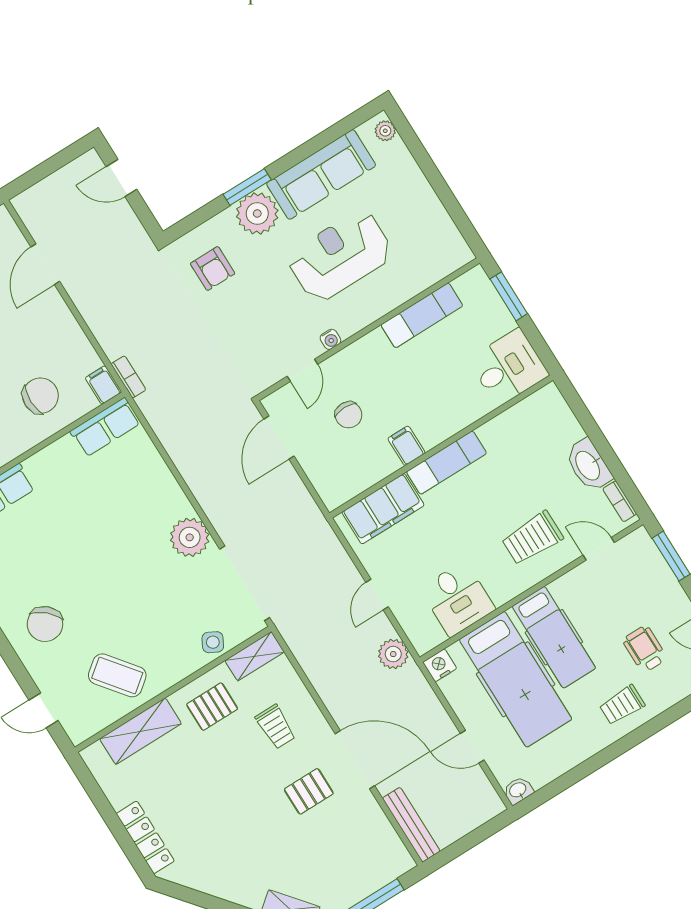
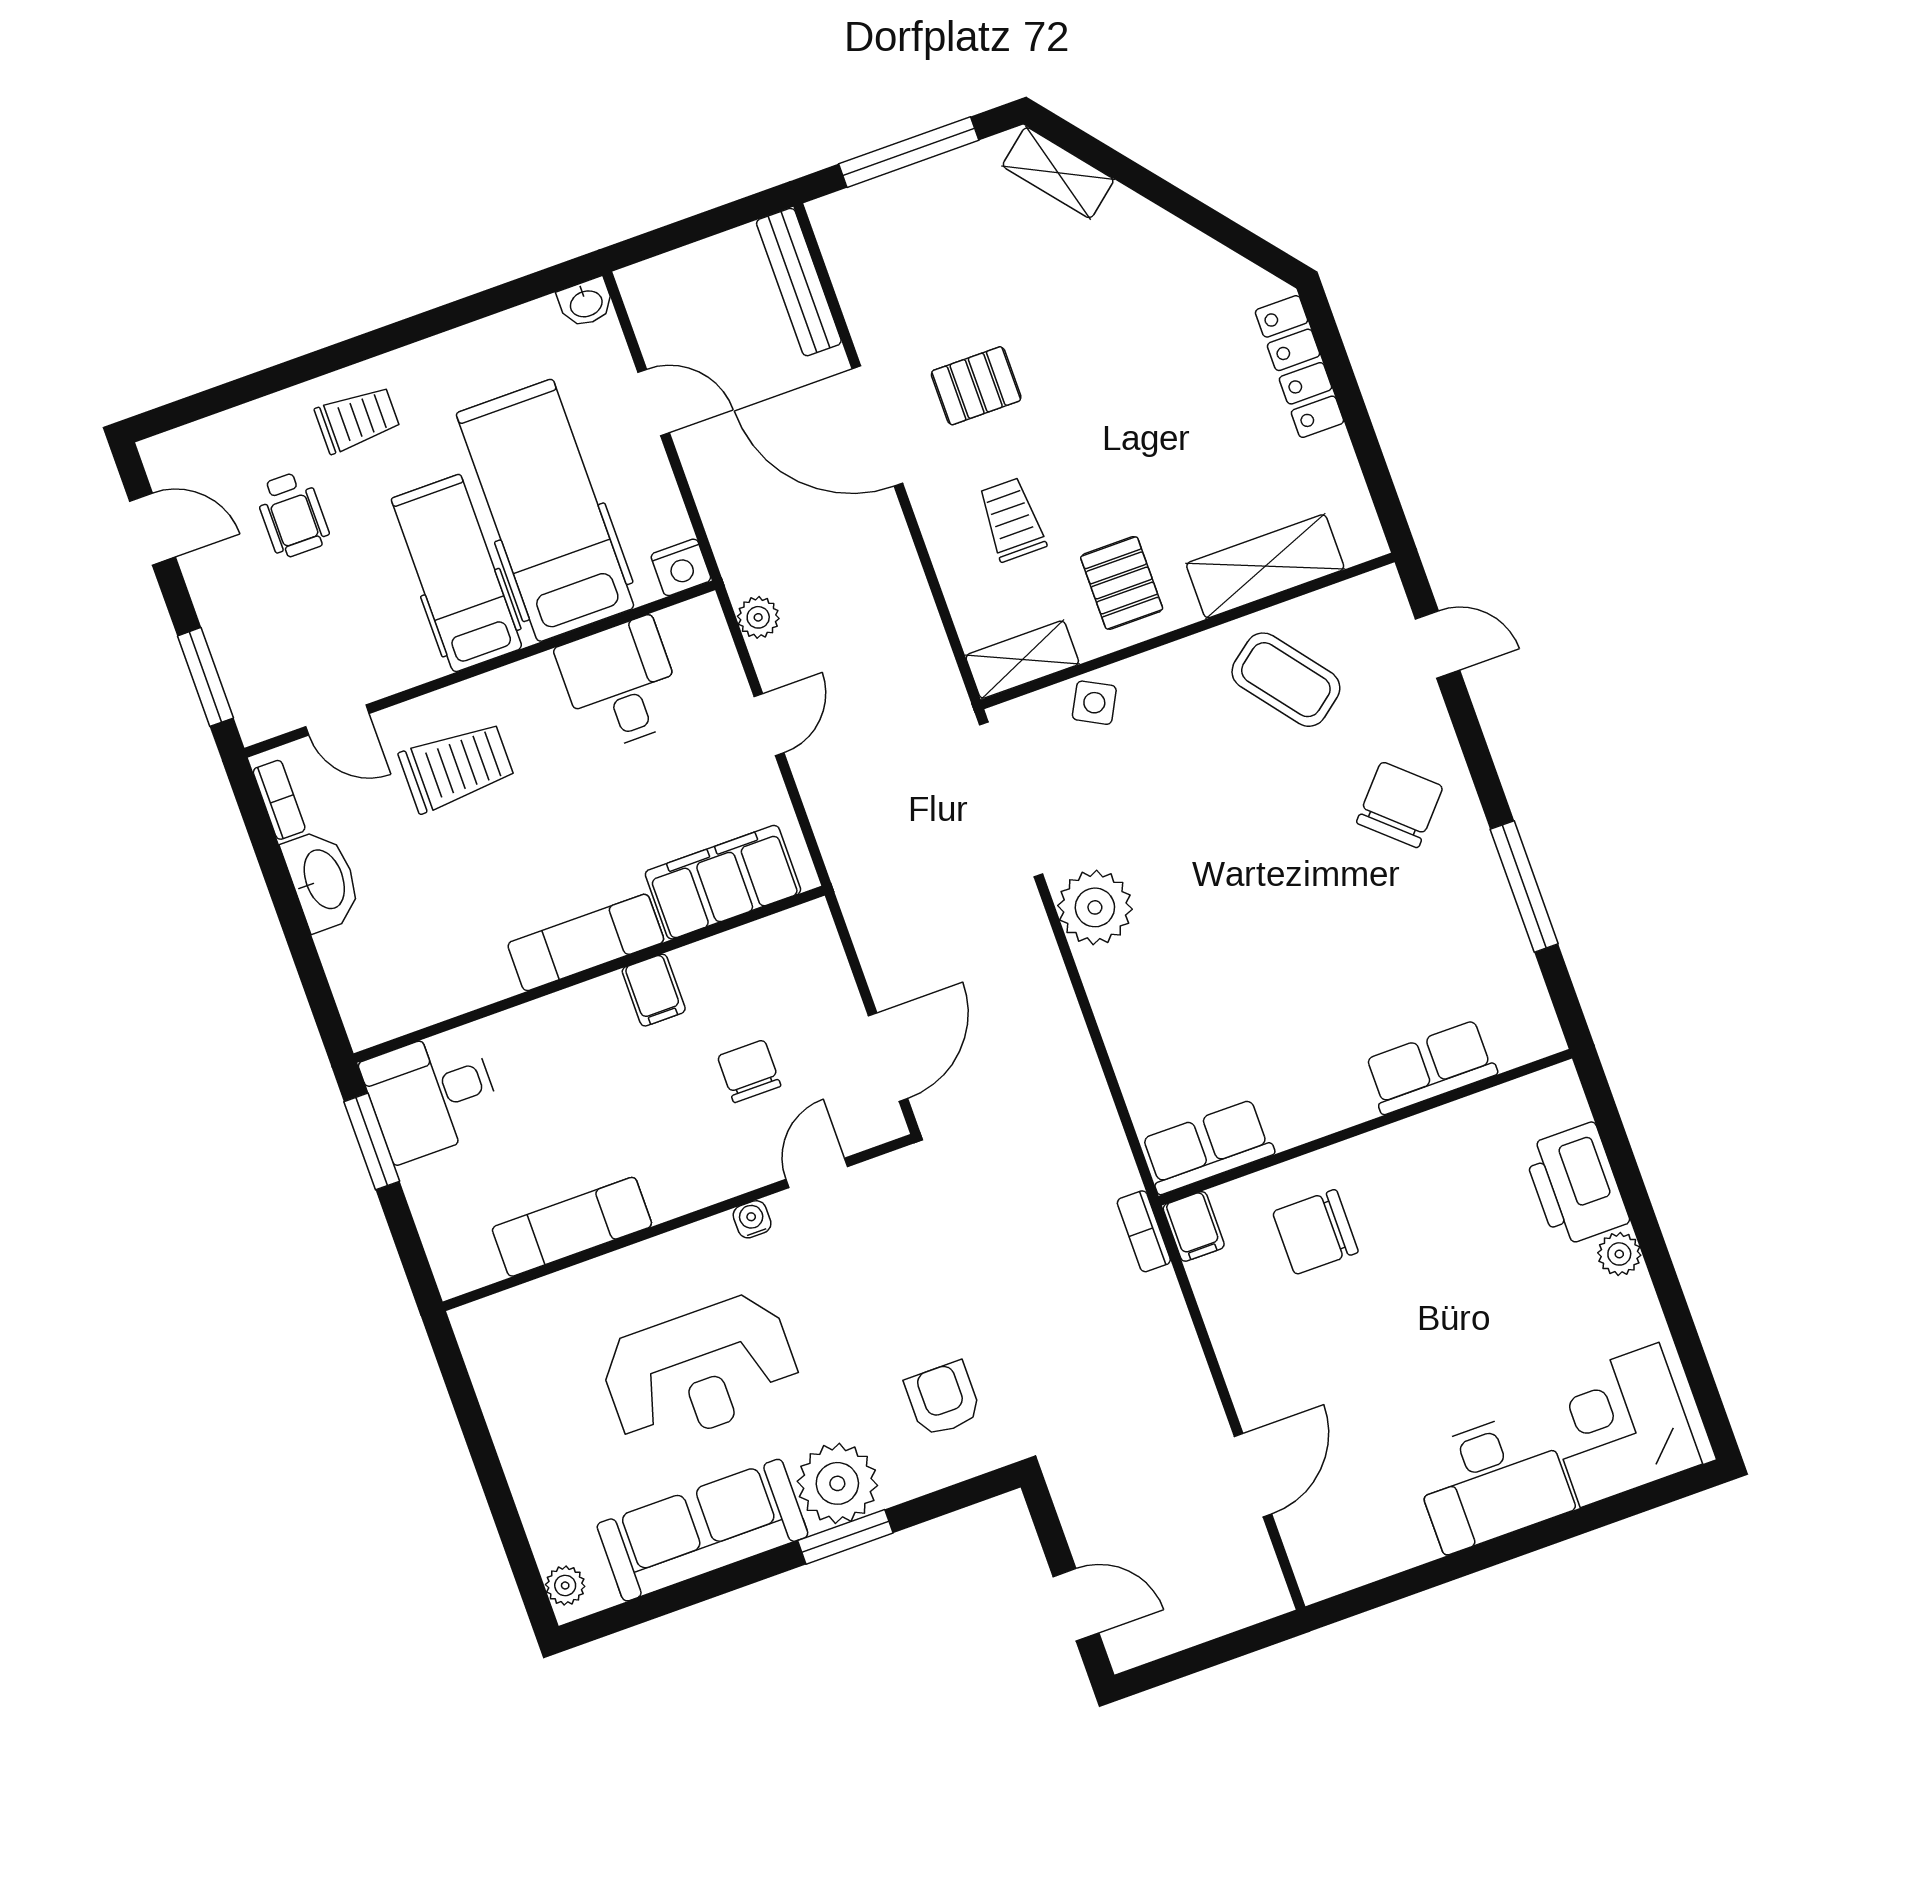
window: (509, 296) -> (372, 1141), moved
plant: (393, 654) -> (758, 617), width x0.73, depth x0.73
pallet: (212, 707) -> (1122, 583), turned 90

